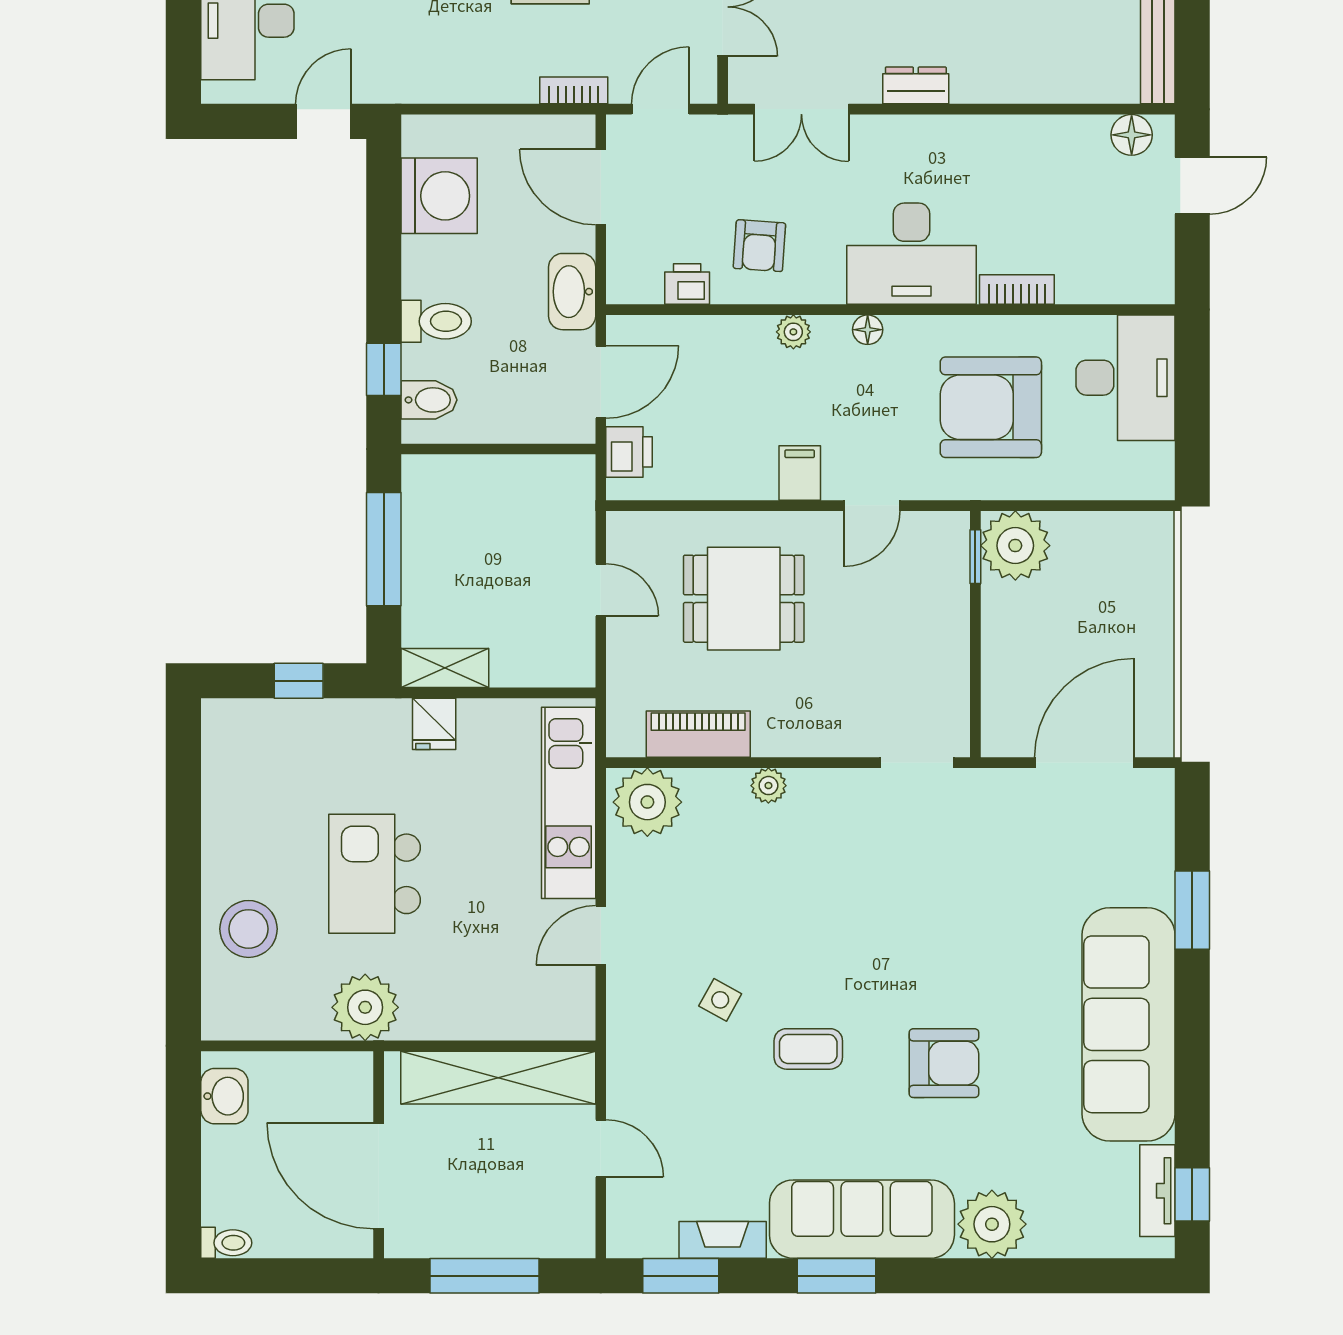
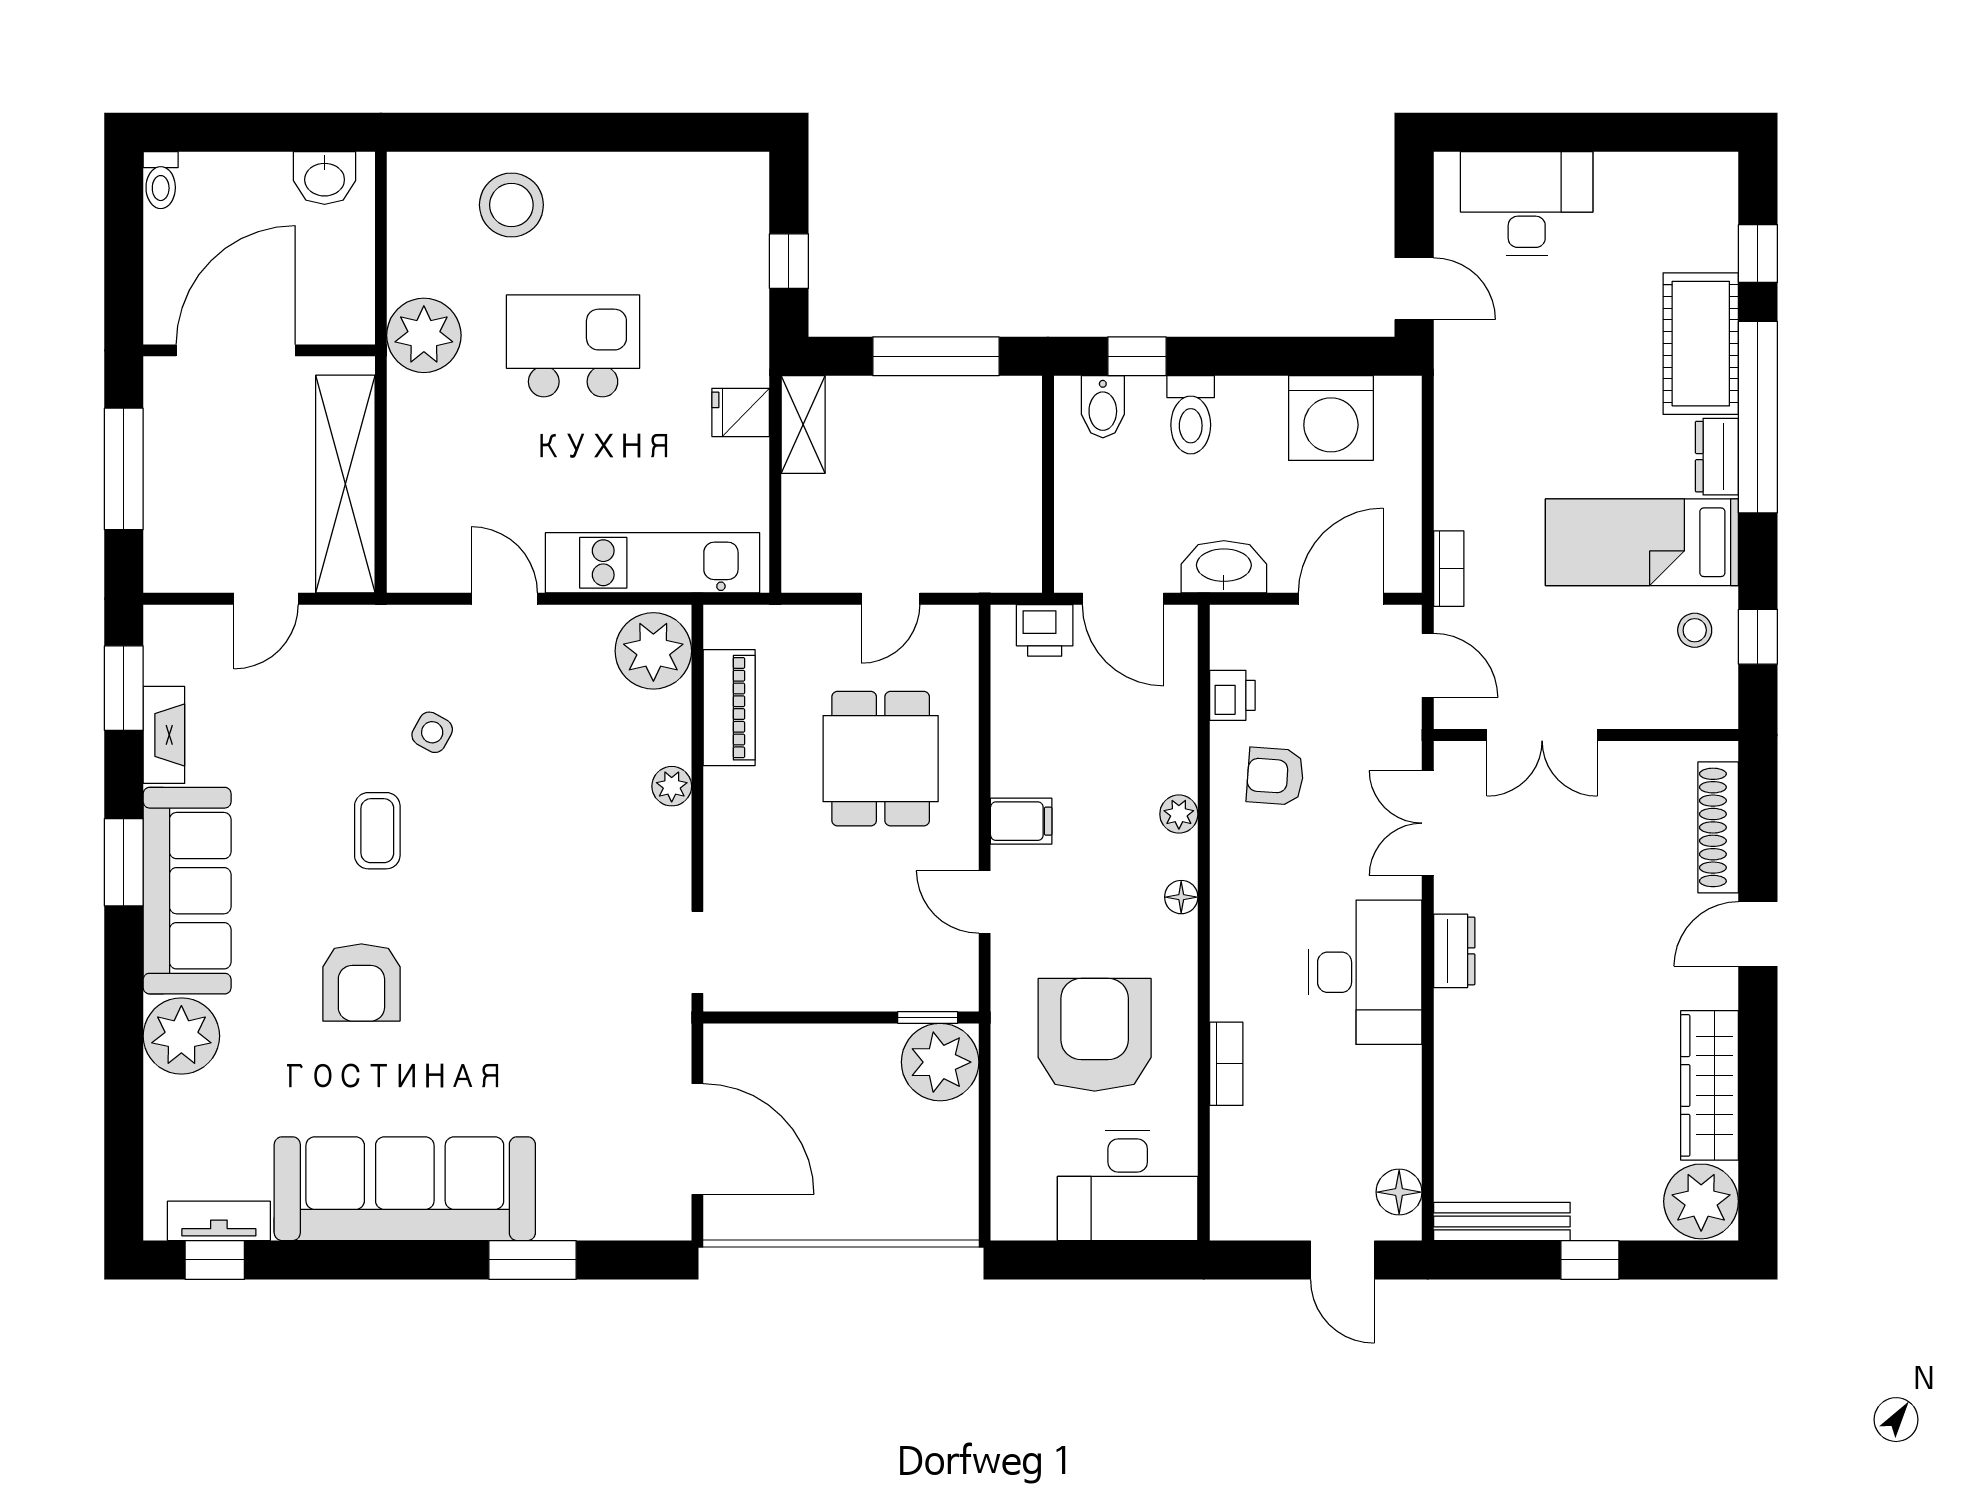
desk: (911, 254) -> (1365, 972), moved, turned 180

